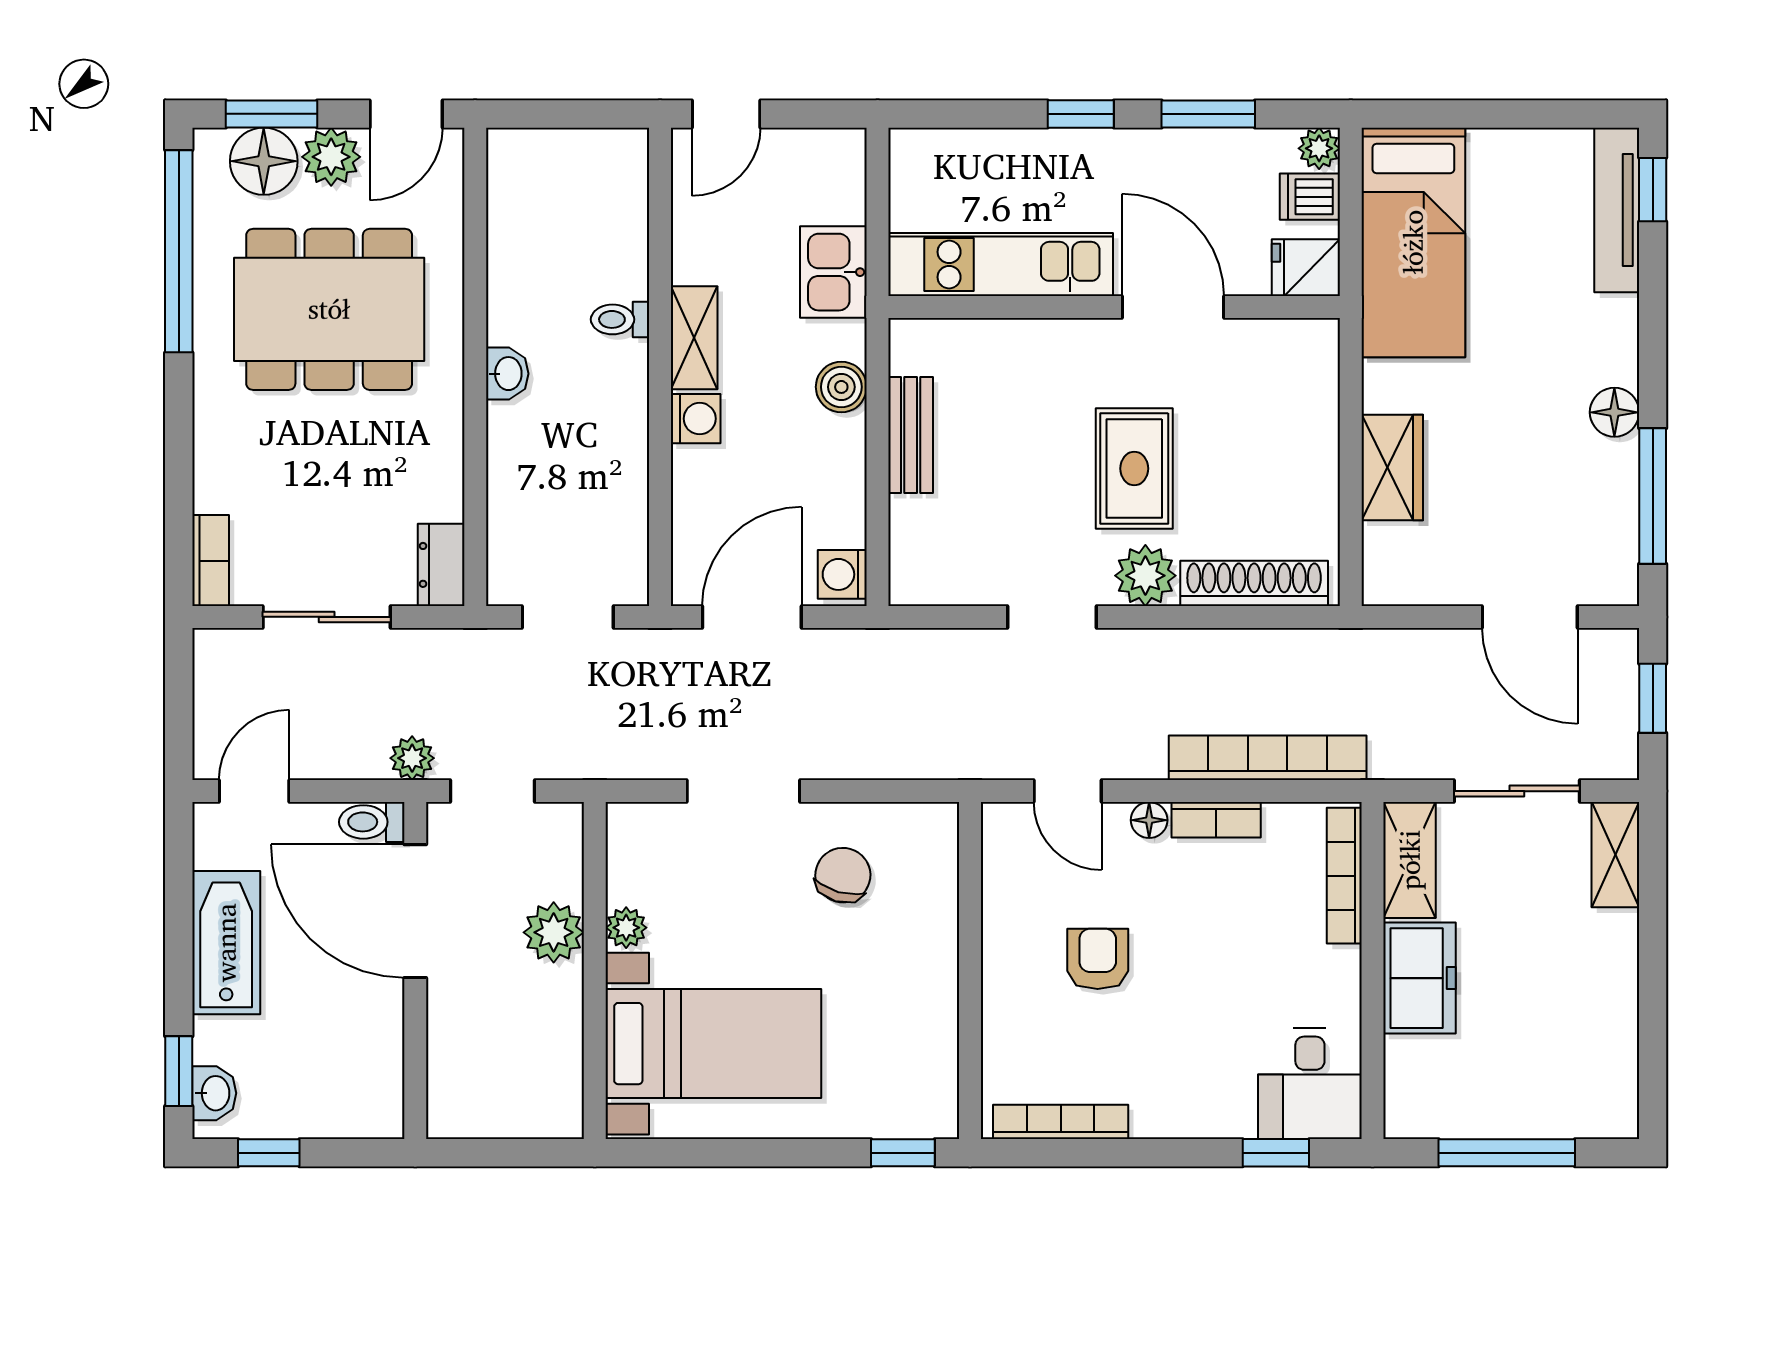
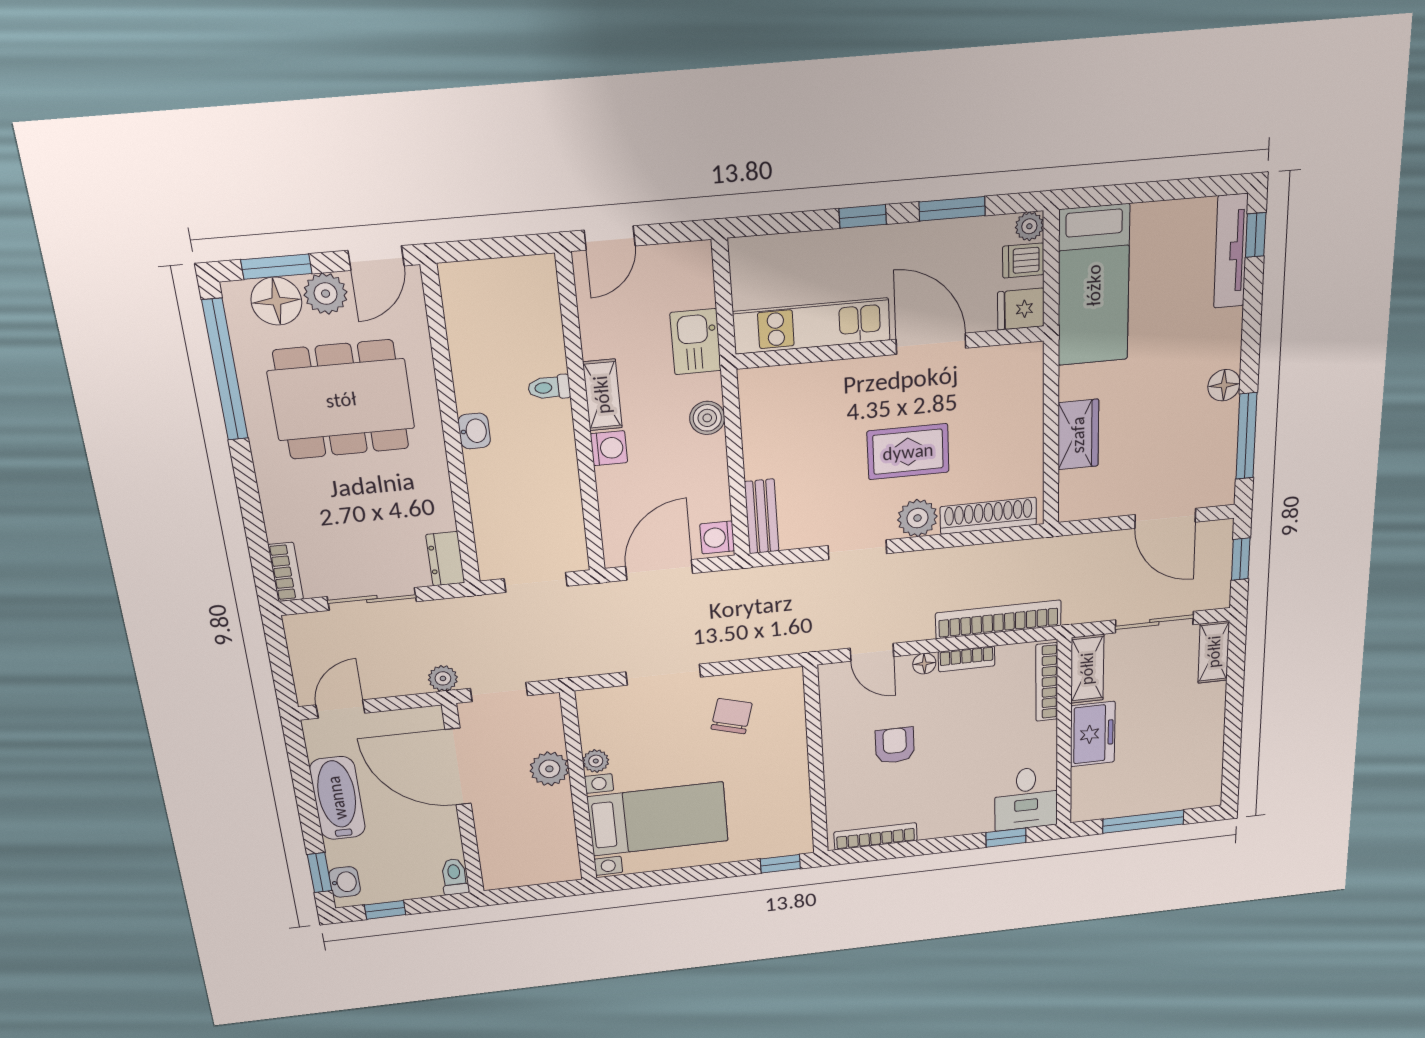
bench: (911, 435) -> (762, 516), moved
rug: (1134, 469) -> (908, 452), turned 90
toilet: (372, 822) -> (454, 877), moved, turned 90

